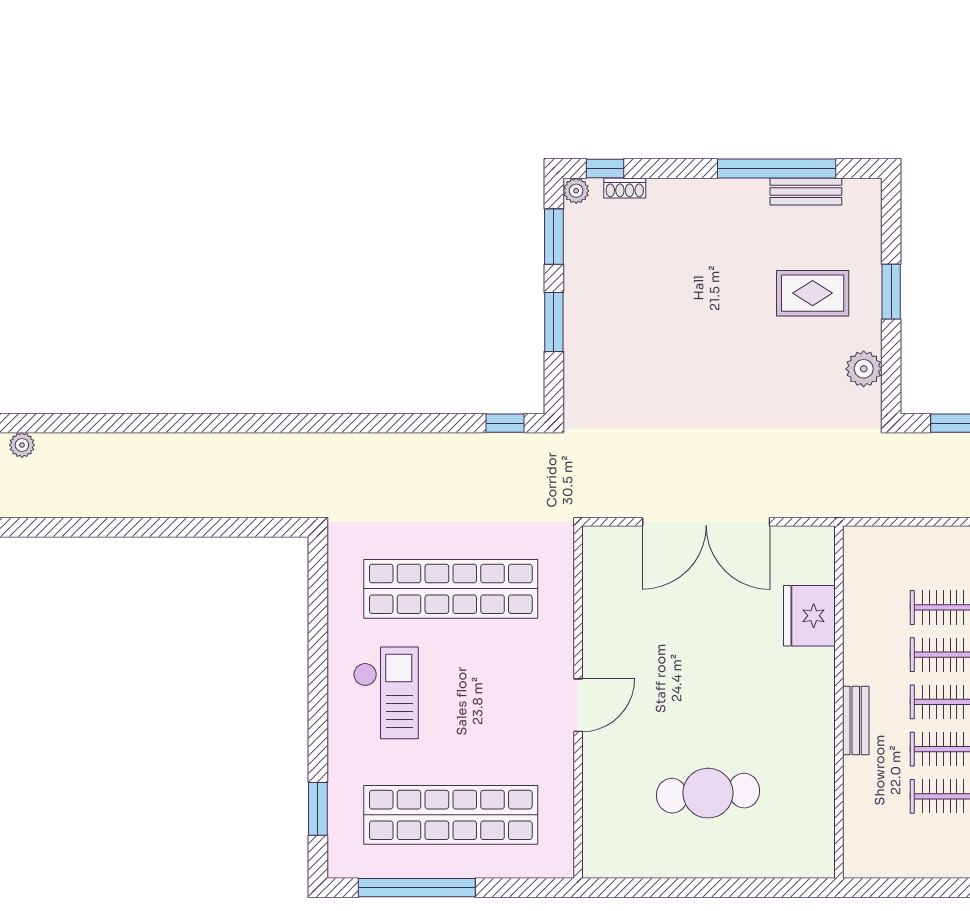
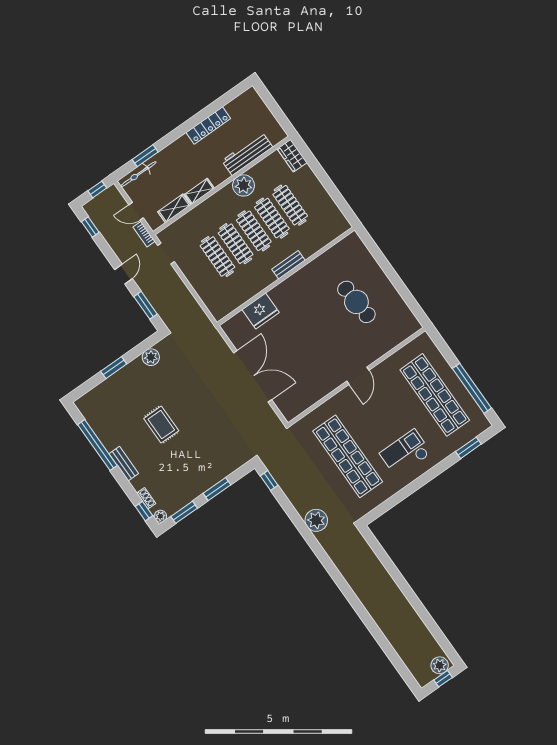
bench: (806, 191) -> (124, 464), moved
rug: (813, 293) -> (161, 425), moved
plant: (22, 445) -> (316, 520), moved, width x1.88, depth x1.88
door: (578, 705) -> (358, 376), swing flipped

